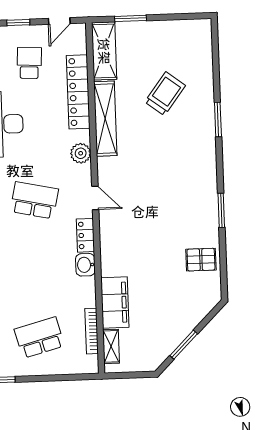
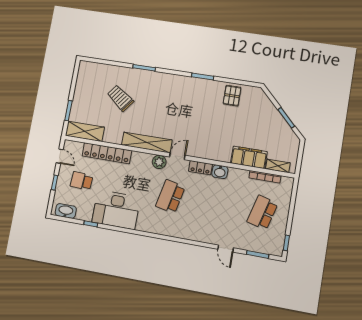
shelving: (105, 119) -> (147, 142), moved
plant: (81, 153) -> (159, 162), moved
school desk: (39, 338) -> (262, 213), turned 30

